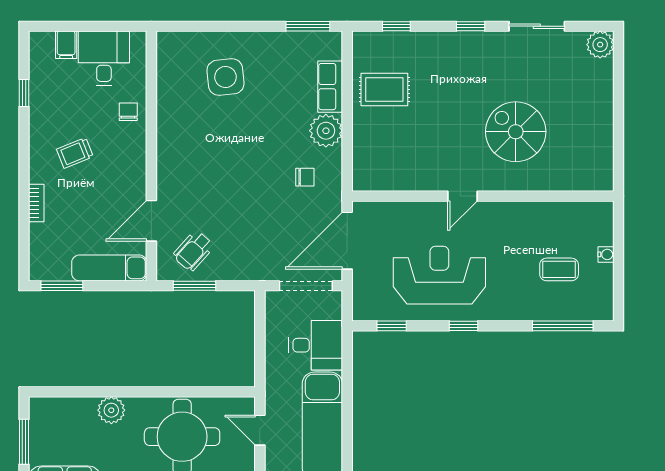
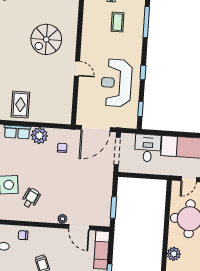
plant: (165, 187) -> (62, 219), added
door: (347, 241) -> (96, 129), hinge flipped
wheelchair: (193, 251) -> (31, 198), moved, turned -106

